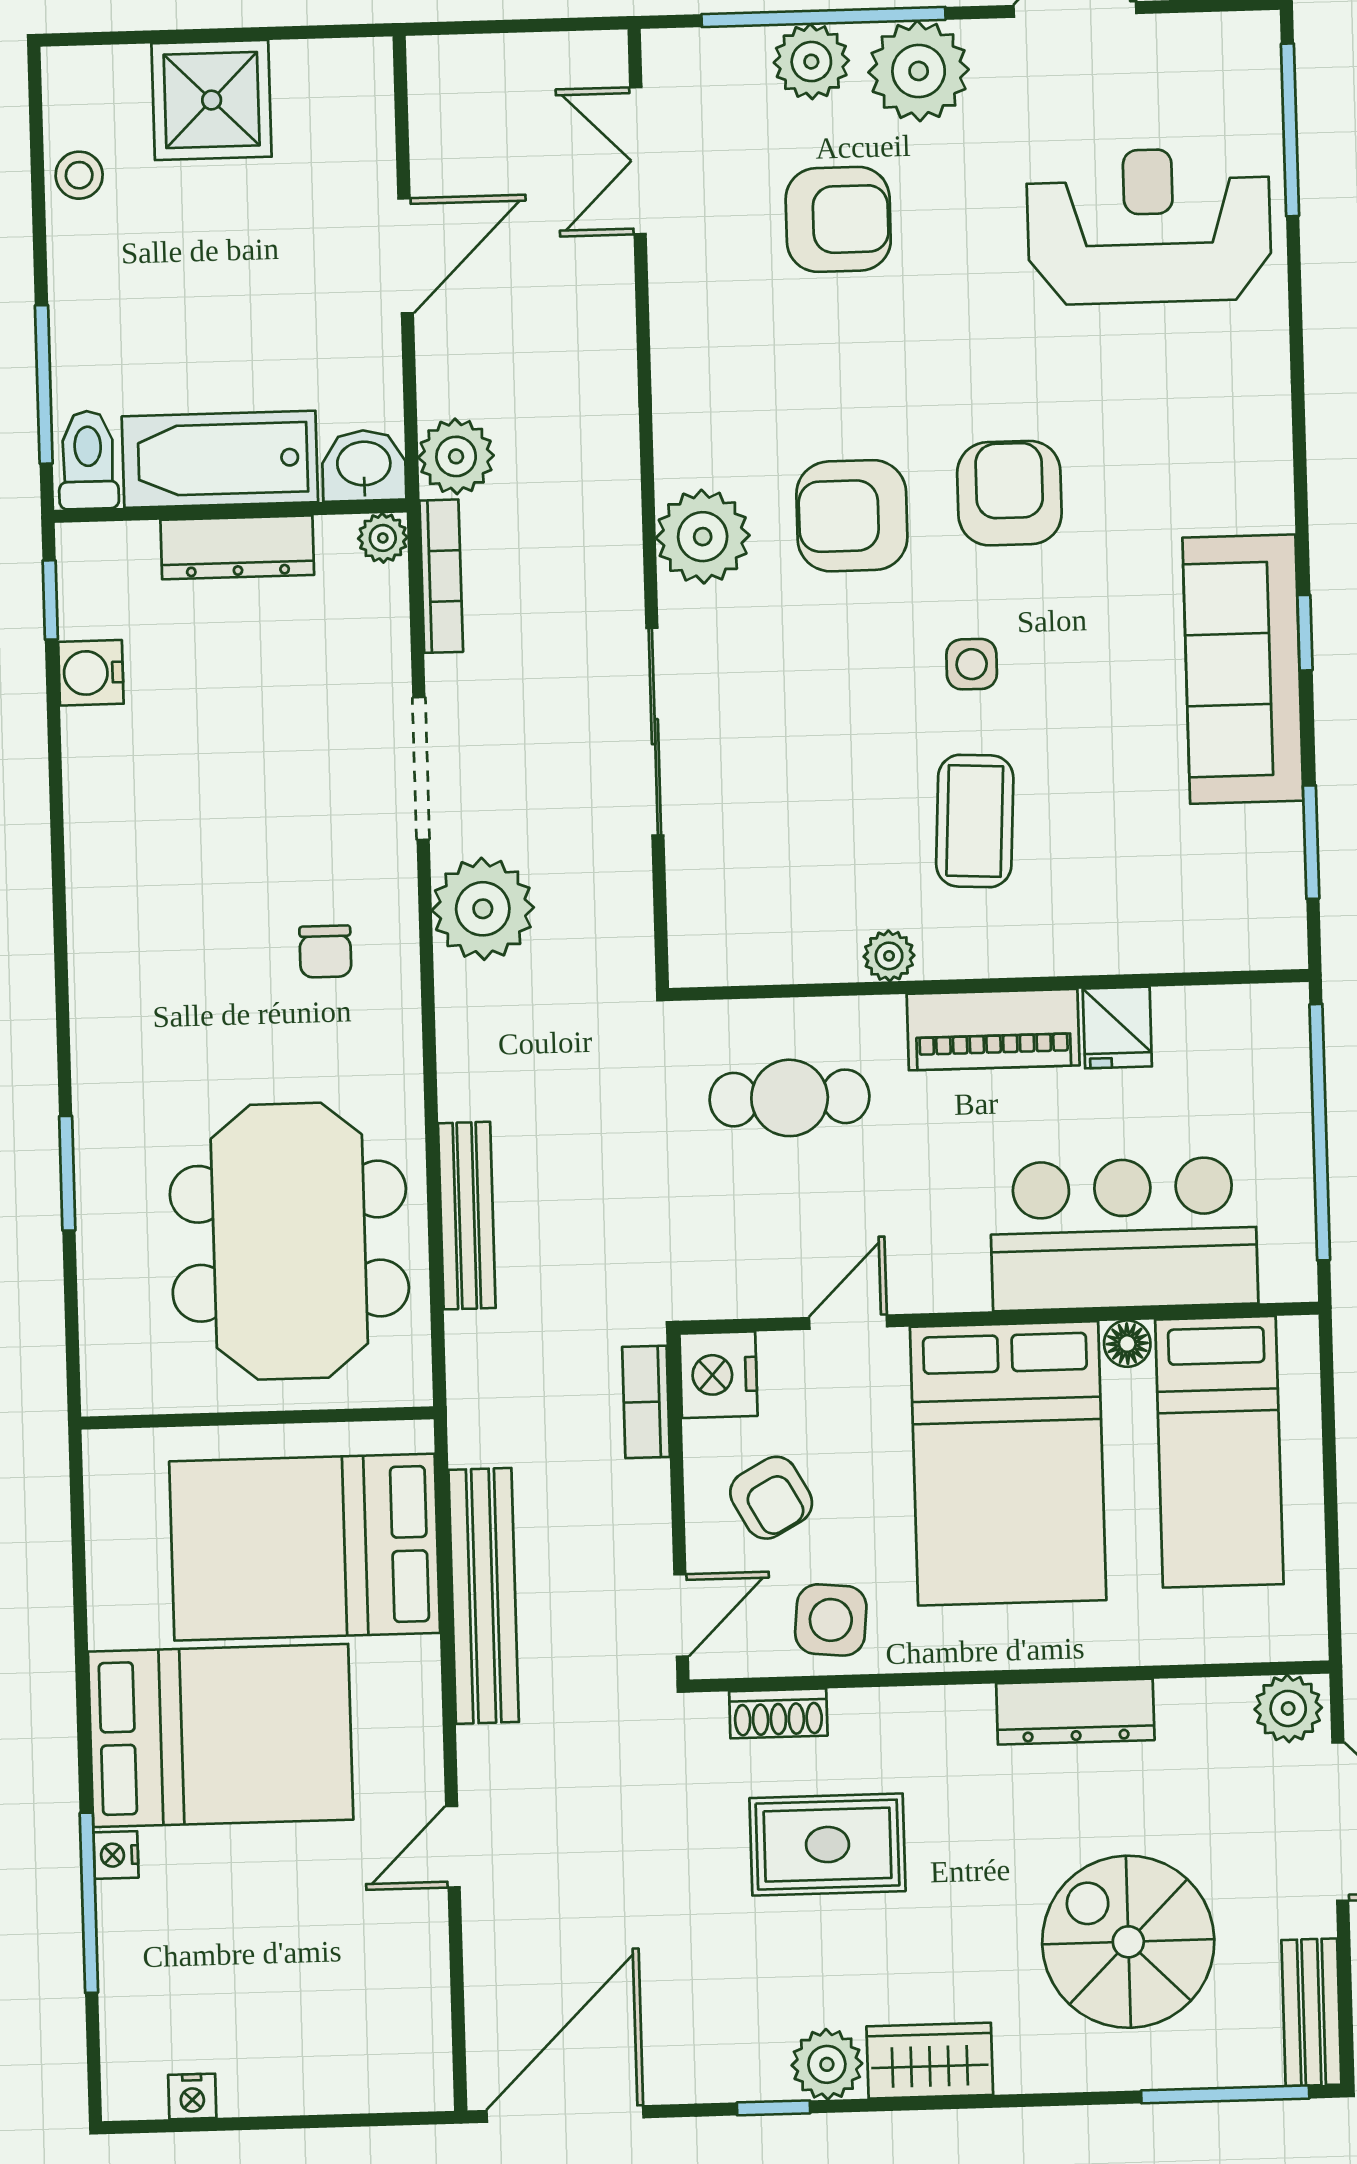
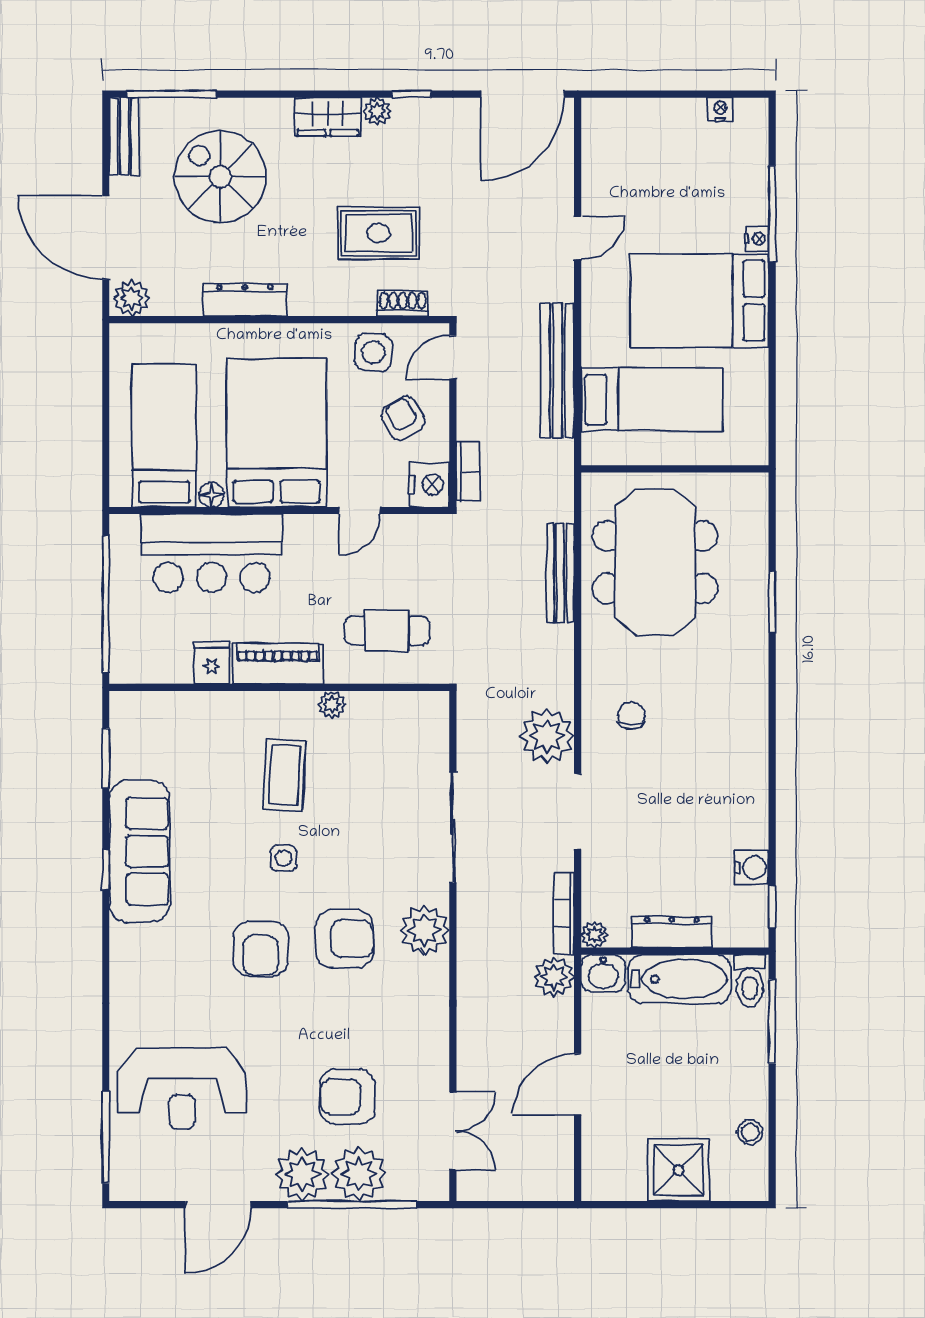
plant: (811, 62) -> (359, 1174), width x1.36, depth x1.36
bed: (305, 1547) -> (652, 399), width x0.67
spiral stairs: (1128, 1942) -> (220, 177), turned 180
plant: (827, 2064) -> (377, 111), width x0.73, depth x0.73

